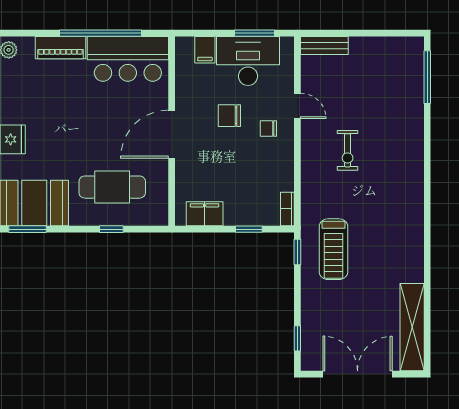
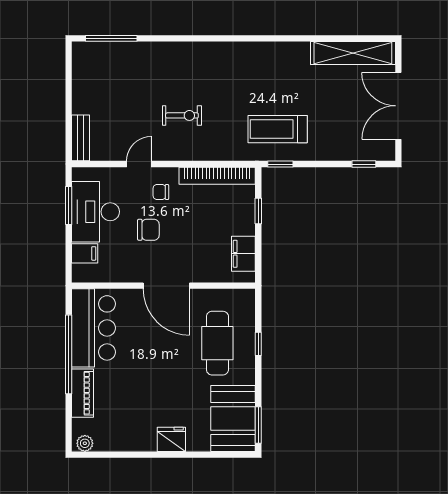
chair: (229, 116) -> (148, 230), turned -90
chair: (268, 129) -> (161, 192), turned 90
bookcase: (287, 209) -> (217, 176), width x2.31, depth x1.31
treadmill: (333, 249) -> (278, 129), turned 180

